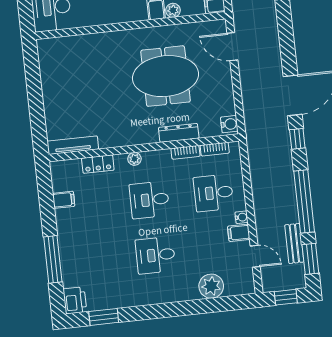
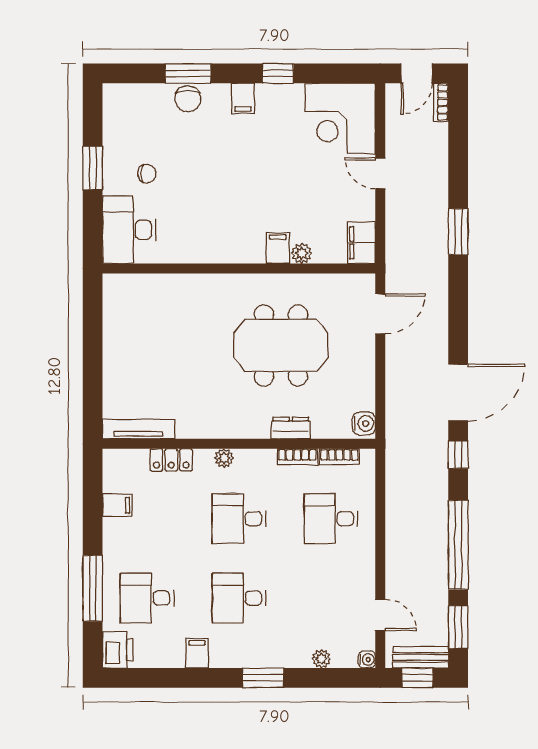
door: (232, 47) -> (380, 314), swing flipped
dresser: (179, 133) -> (291, 428), width x0.70
water cooler: (241, 217) -> (367, 660), moved
filing cabinet: (239, 233) -> (197, 653), moved, turned 90
bench: (294, 243) -> (421, 657), moved, turned 90
desk: (91, 262) -> (147, 598), added
plant: (211, 286) -> (321, 659), width x0.53, depth x0.53
window: (104, 317) -> (263, 678), moved

